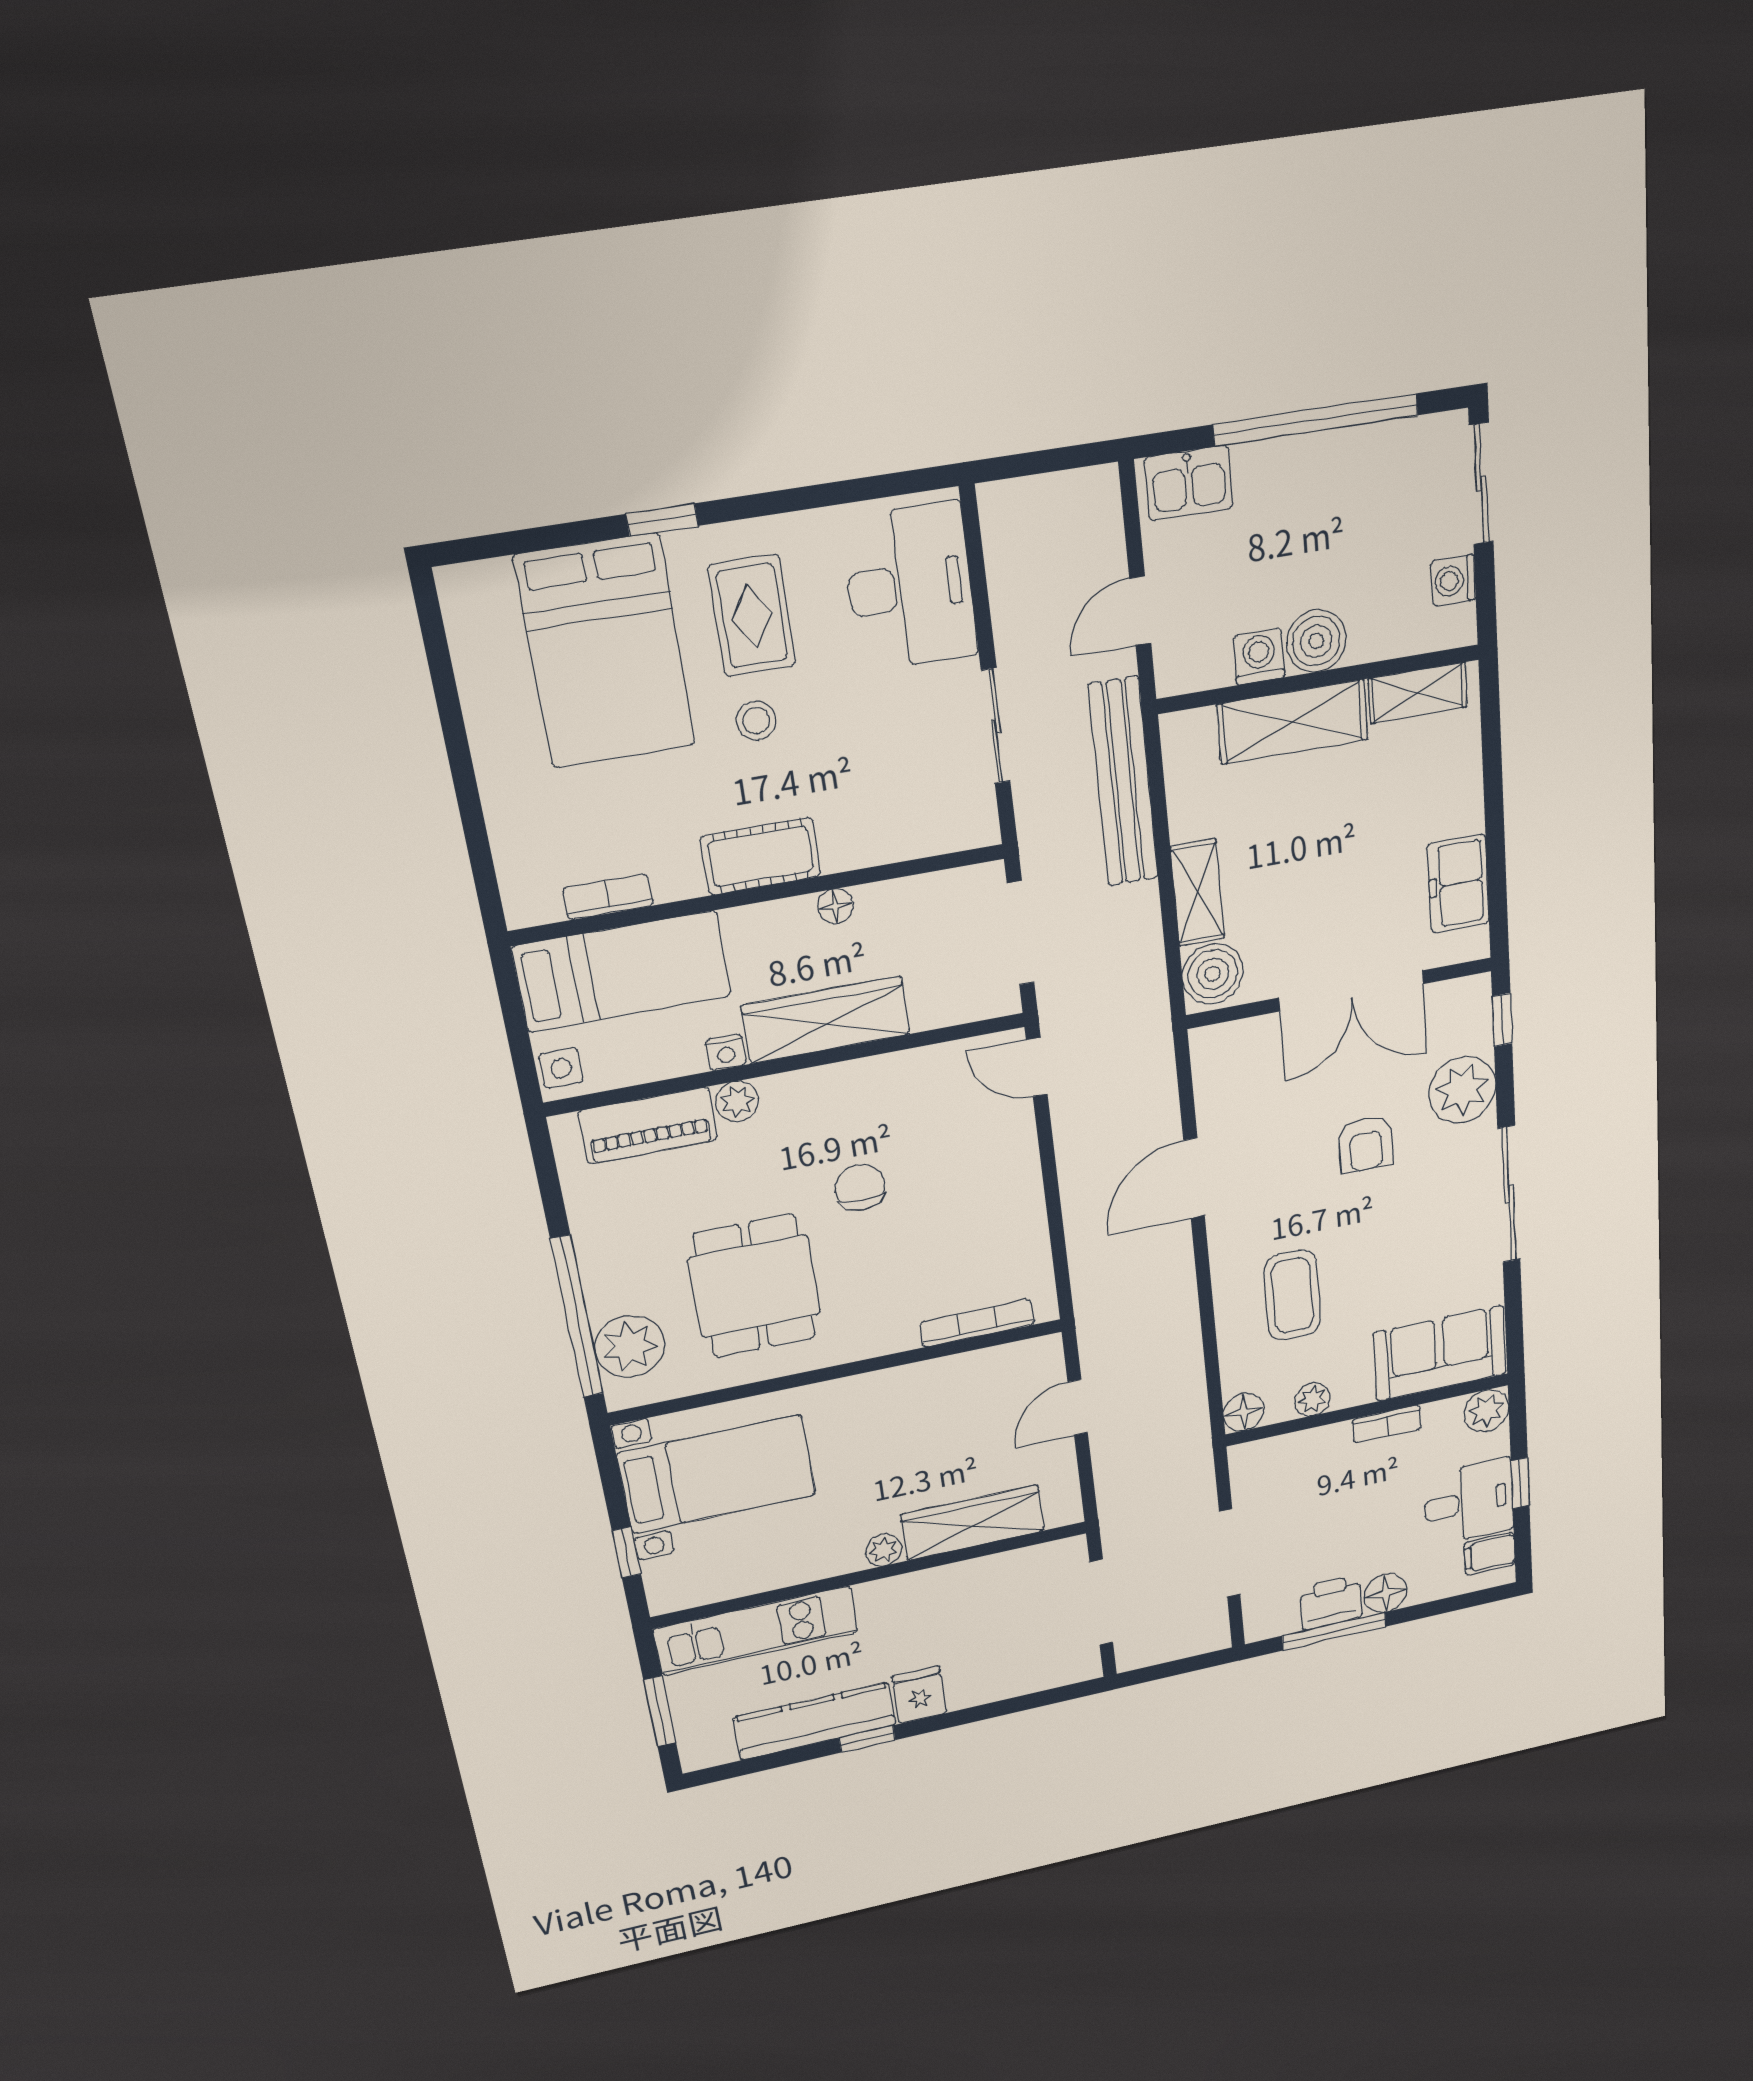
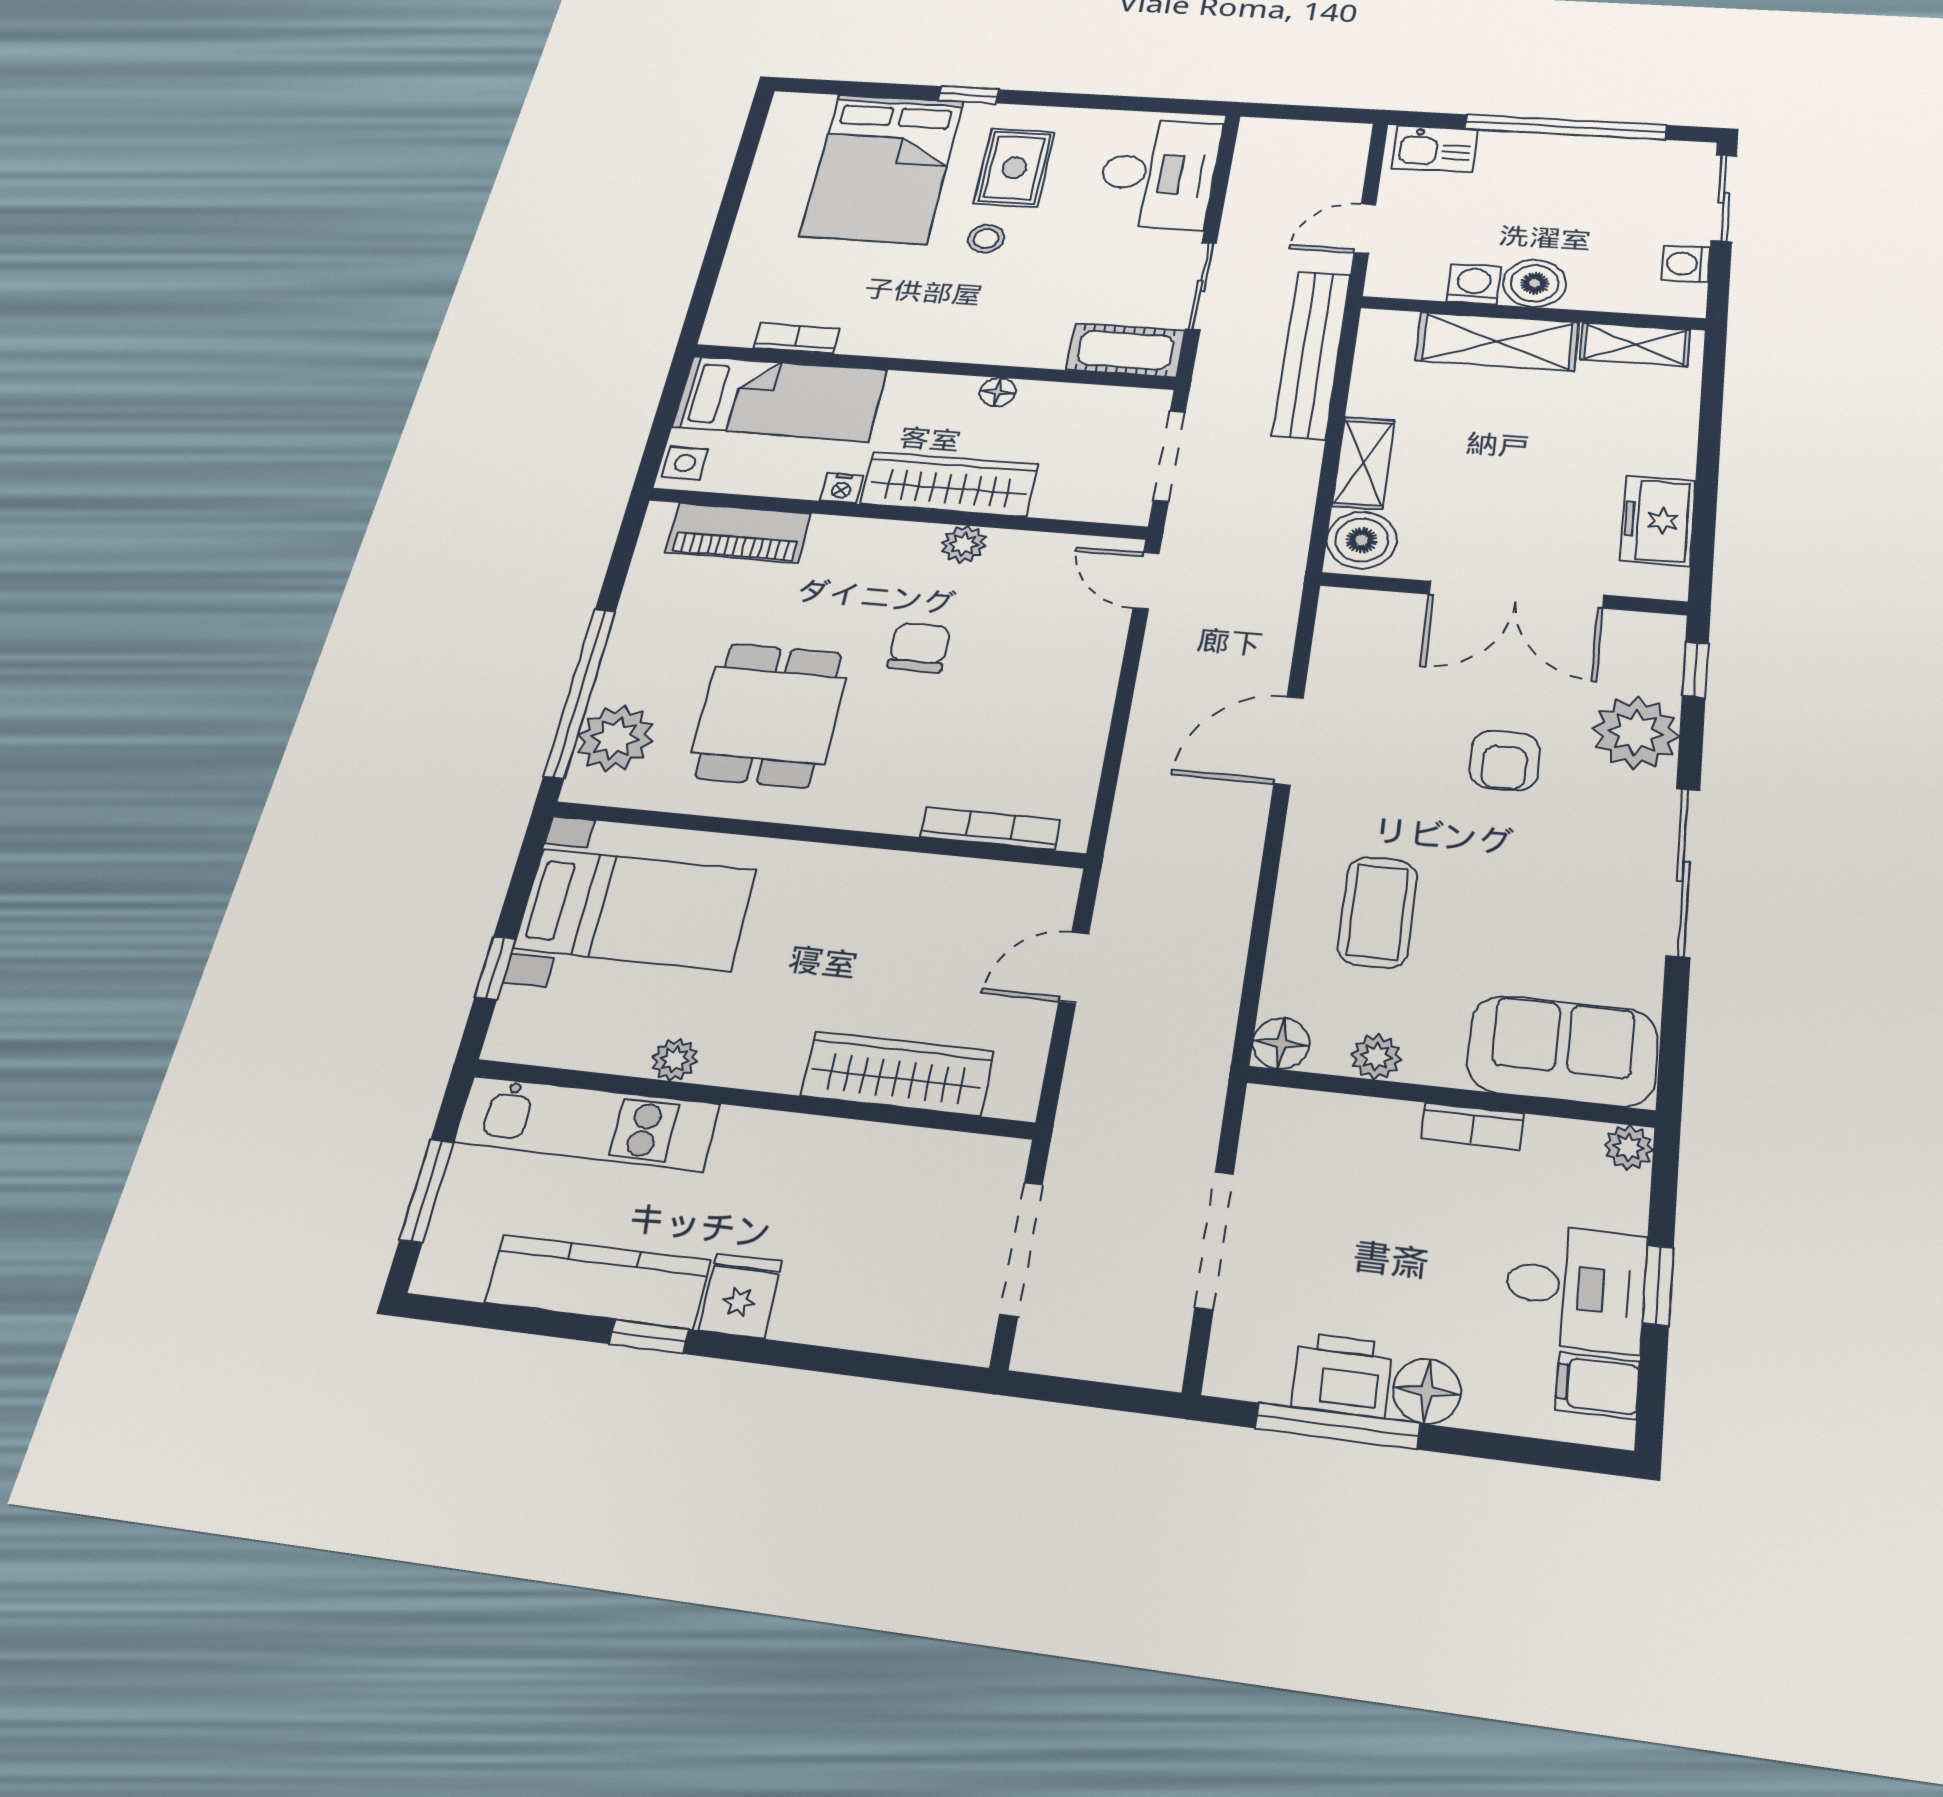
cot: (761, 856) -> (1125, 350), moved
plant: (737, 1101) -> (964, 544), moved
plant: (1486, 1411) -> (1629, 1147), width x0.73, depth x0.73
plant: (884, 1550) -> (675, 1060), moved

